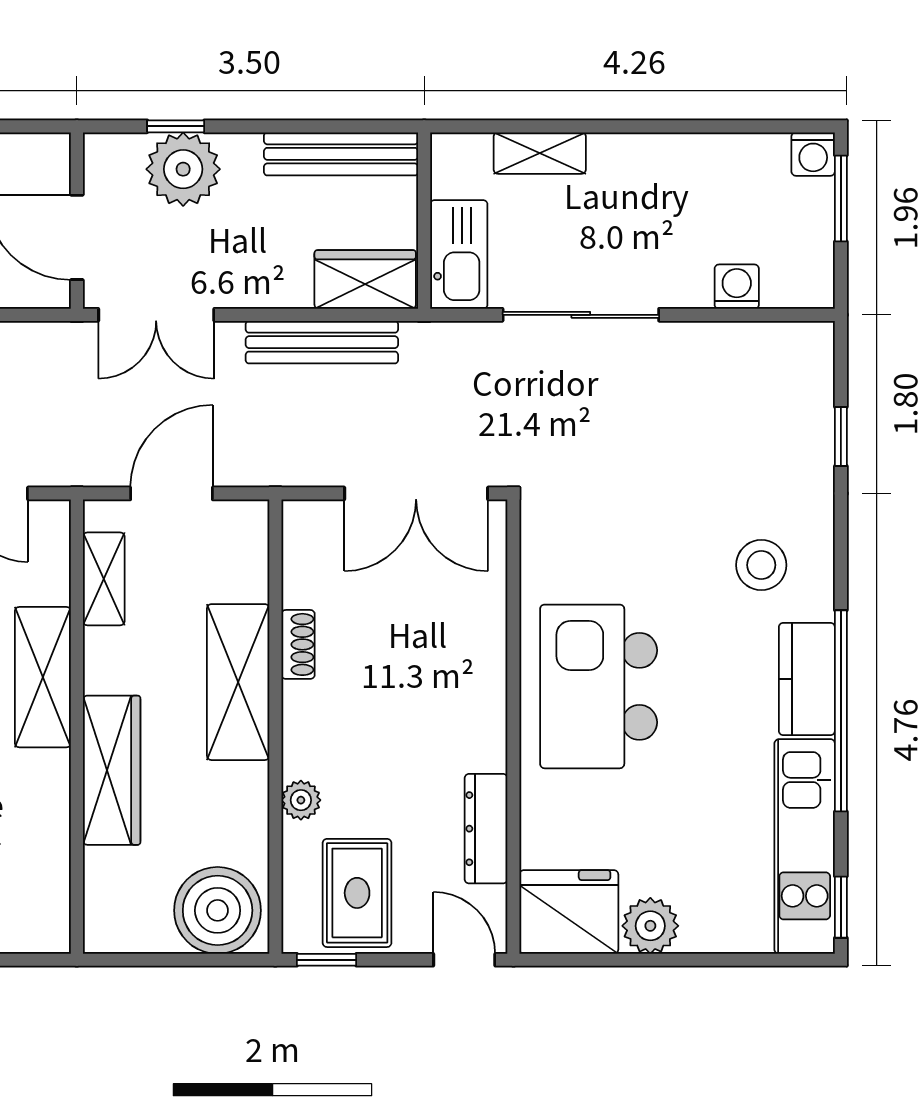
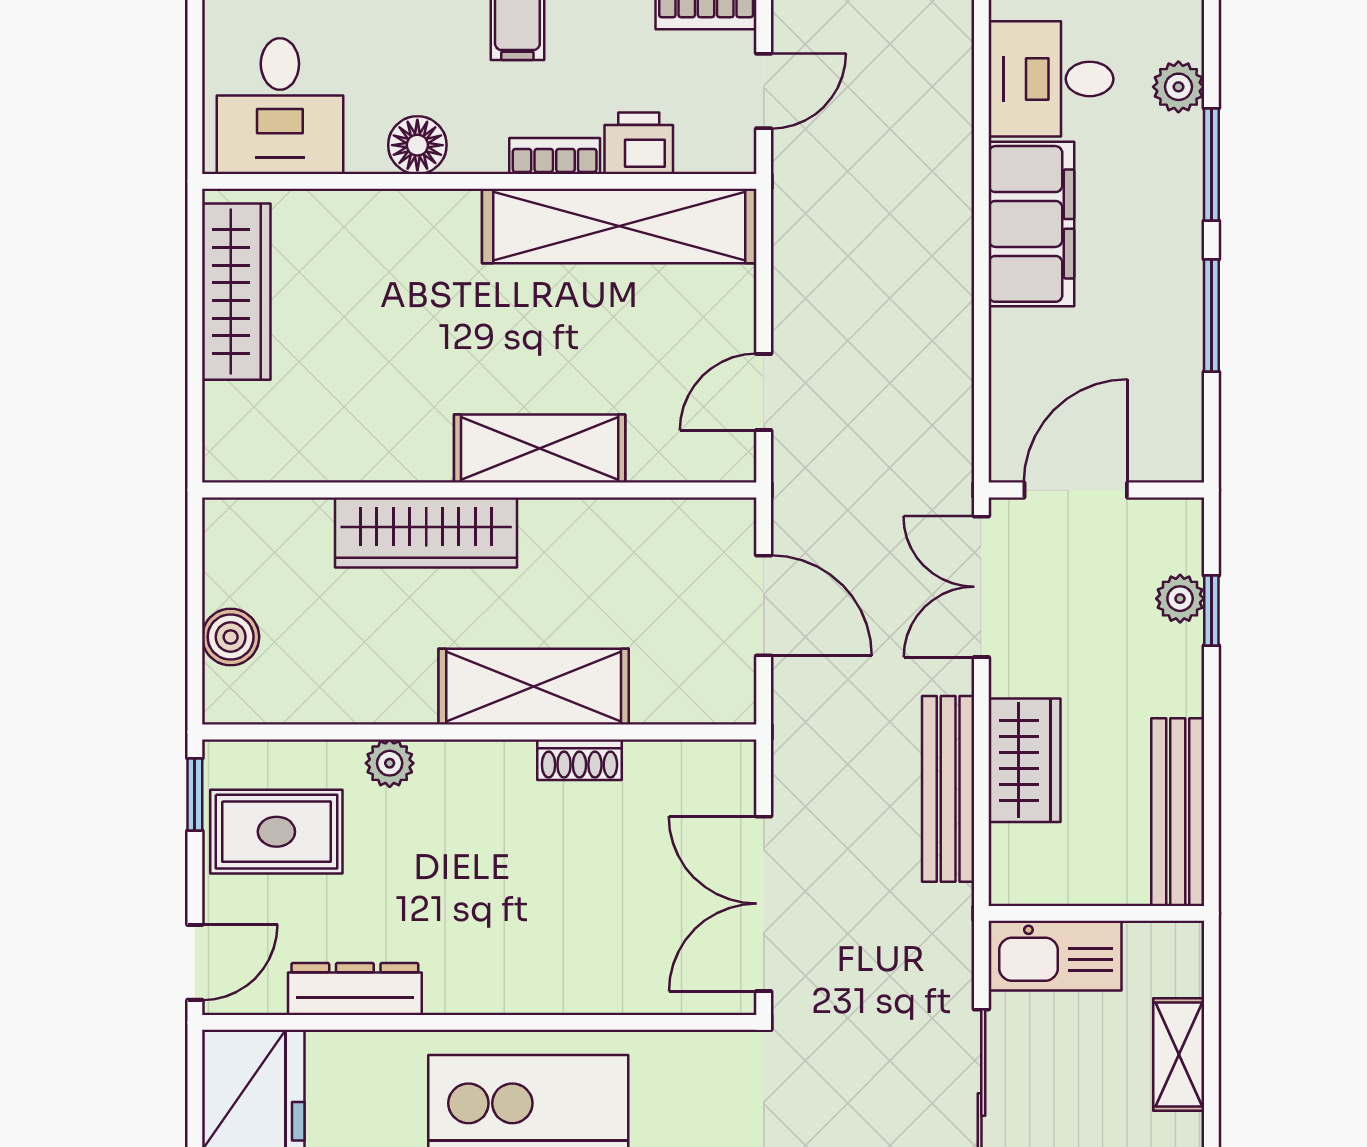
plant: (183, 169) -> (1180, 599), width x0.53, depth x0.53
wardrobe: (365, 279) -> (1025, 760), moved
shelving: (104, 579) -> (659, 523), removed
boiler: (218, 910) -> (231, 637), width x0.54, depth x0.54

